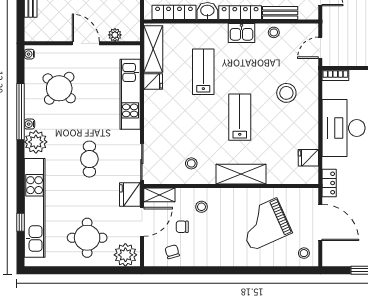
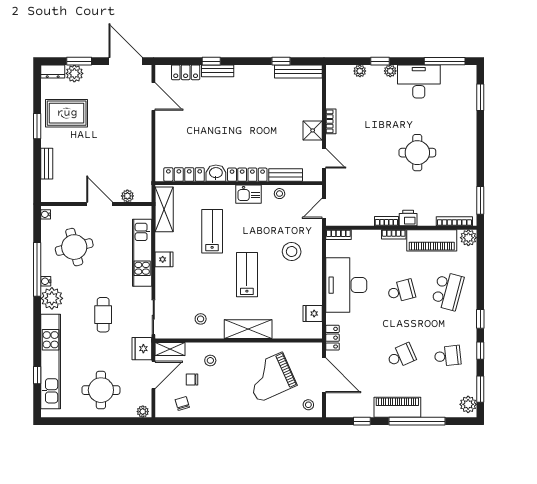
fridge: (153, 81) -> (164, 259), moved
round table: (59, 88) -> (74, 247), turned 35
plant: (125, 255) -> (143, 412), width x0.53, depth x0.53

